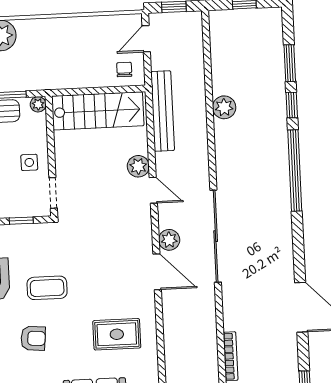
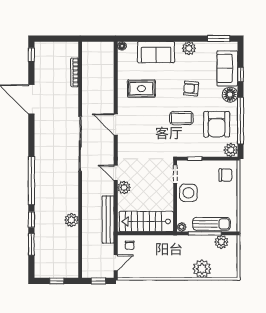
side table: (29, 162) -> (188, 193), width x1.87, depth x1.87
plant: (169, 240) -> (108, 143), removed

